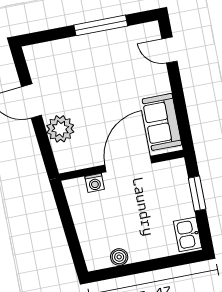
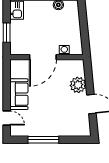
sofa: (162, 122) -> (19, 94), moved

